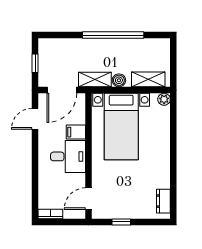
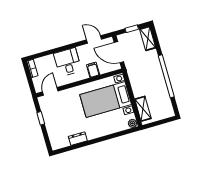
shelving: (95, 80) -> (148, 38), moved
boiler: (119, 80) -> (137, 89), removed
desk: (68, 156) -> (68, 62), moved, turned 180
door: (88, 199) -> (50, 91), hinge flipped
dresser: (163, 201) -> (78, 139), moved

